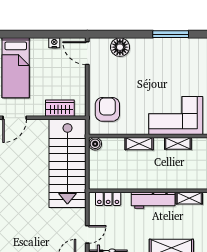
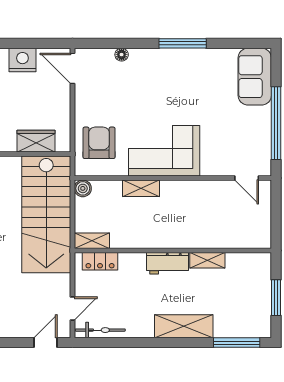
nightstand: (54, 43) -> (22, 60), width x1.89, depth x1.79
floor lamp: (120, 47) -> (122, 55), width x0.53, depth x0.53
corner sofa: (176, 115) -> (164, 151), moved
shelving: (178, 143) -> (92, 241), moved
workbench: (153, 200) -> (168, 263), width x0.73

